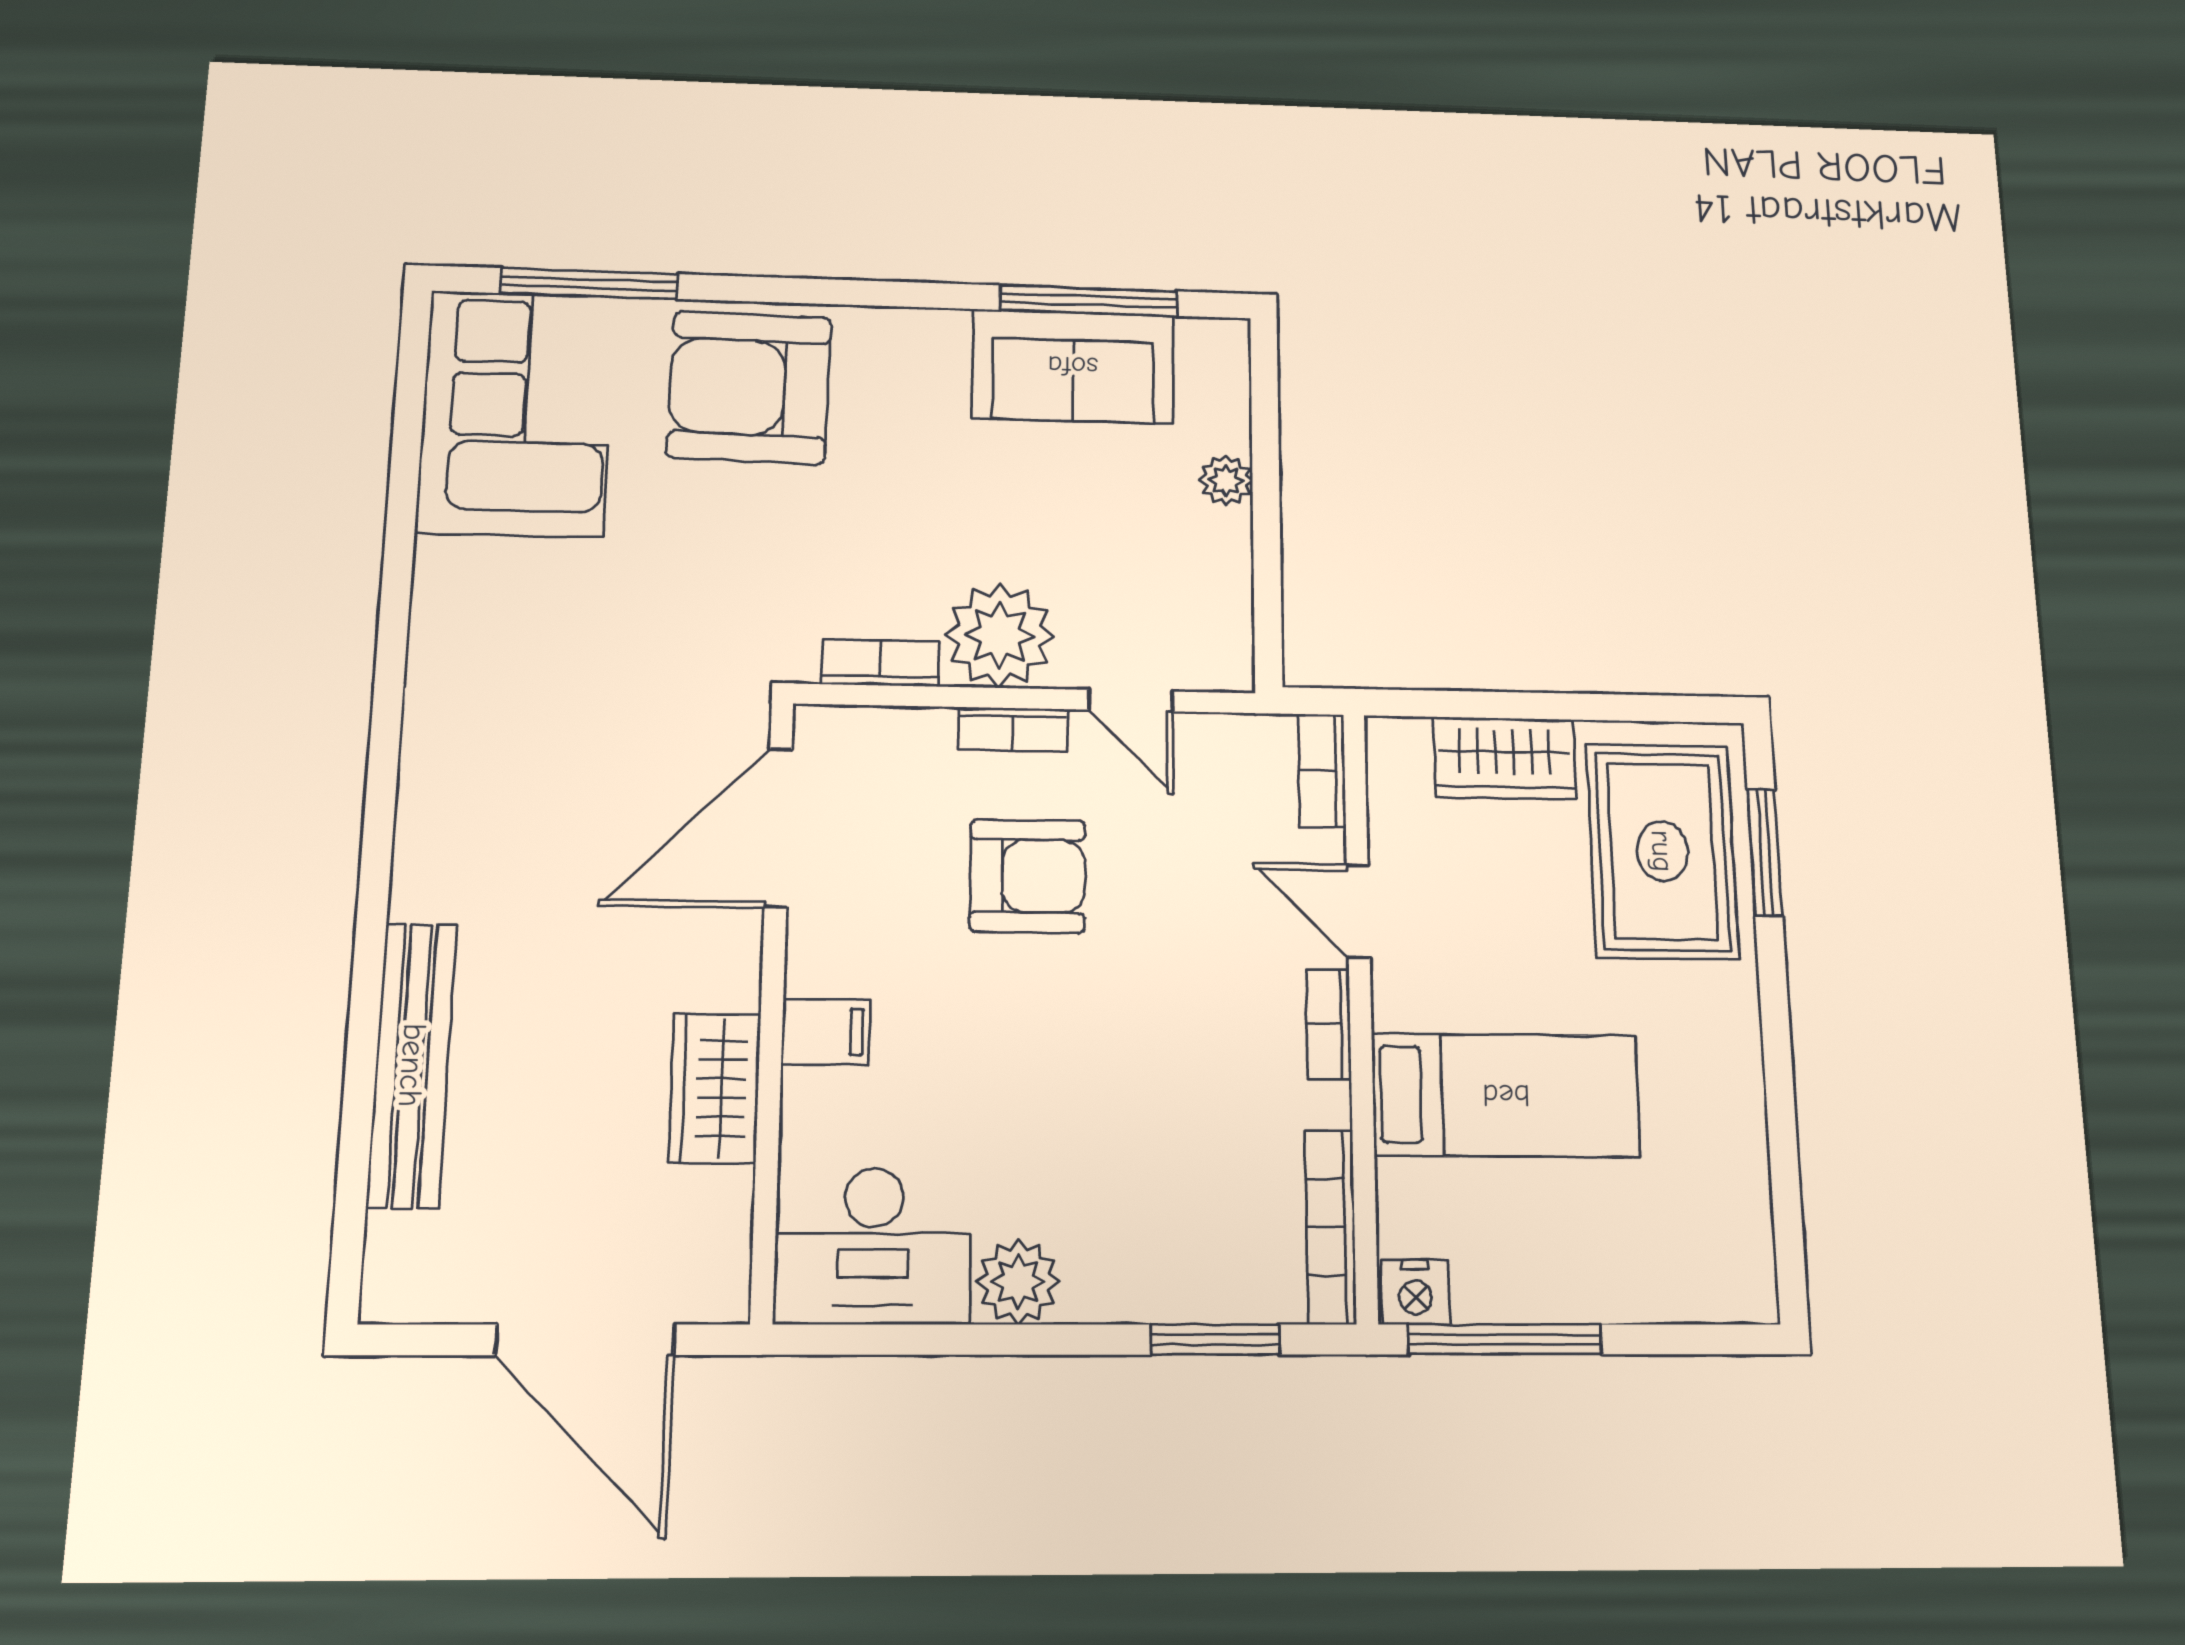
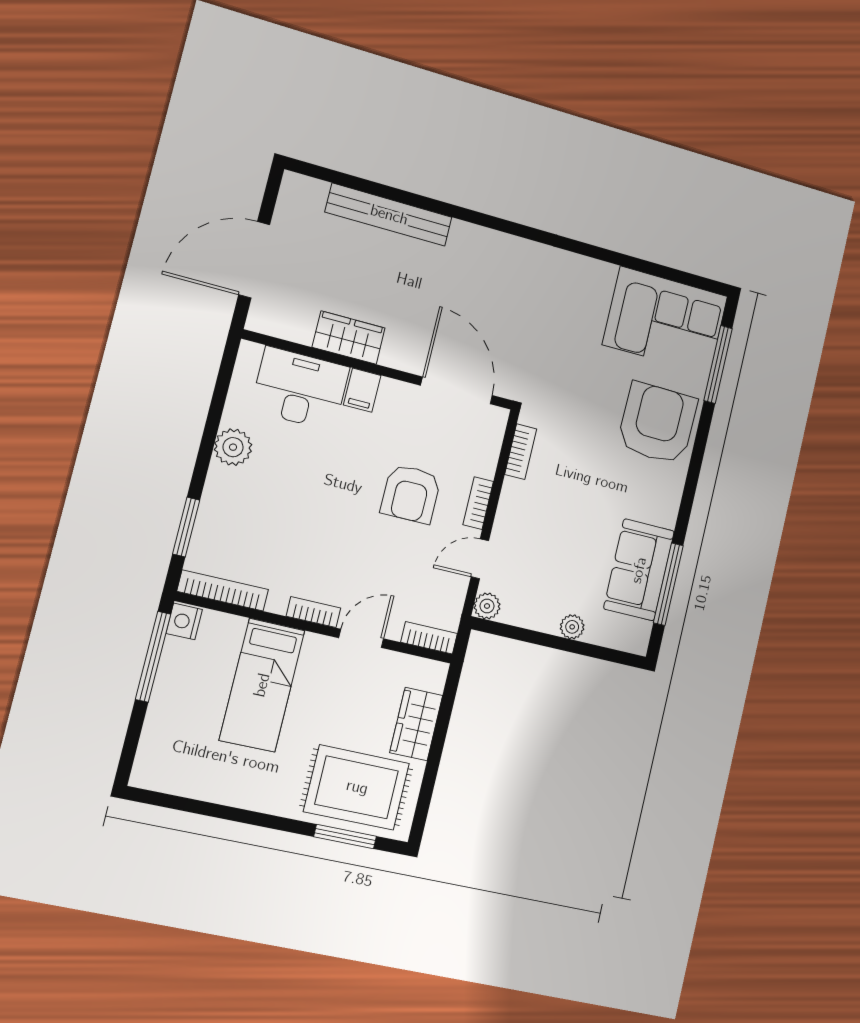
plant: (999, 635) -> (487, 606), moved, width x0.53, depth x0.53
desk: (873, 1246) -> (300, 389), moved, turned 90

